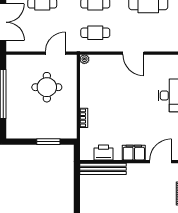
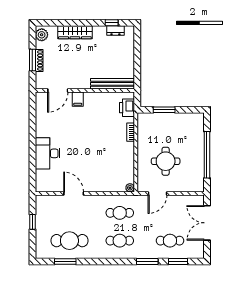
door: (133, 53) -> (74, 194), moved
printer: (104, 153) -> (127, 108), moved, turned 90
filing cabinet: (134, 153) -> (78, 99), width x0.50

